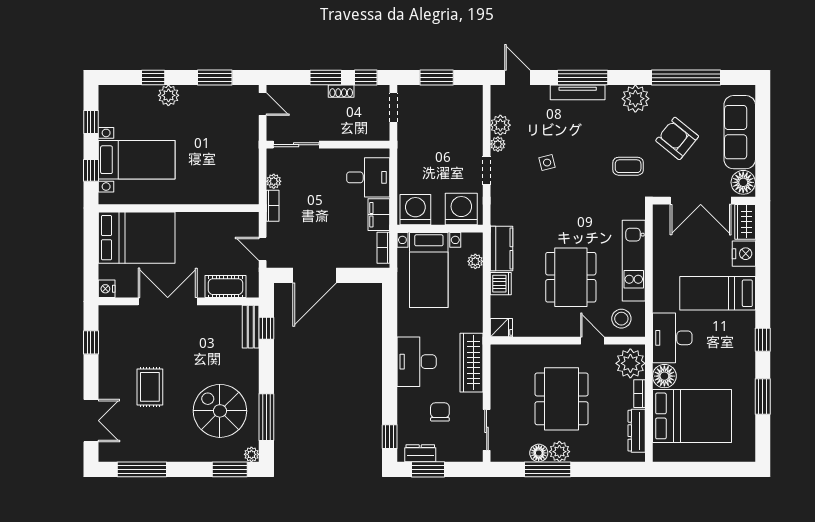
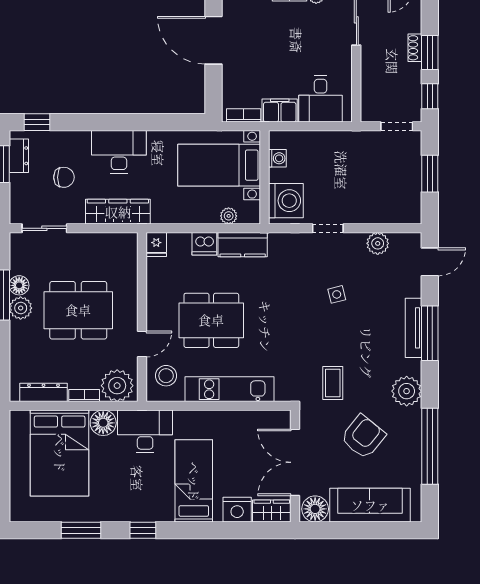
shoe rack: (341, 91) -> (415, 48), moved
plant: (498, 144) -> (357, 241), removed
washing machine: (415, 210) -> (277, 158), width x0.53, depth x0.53

